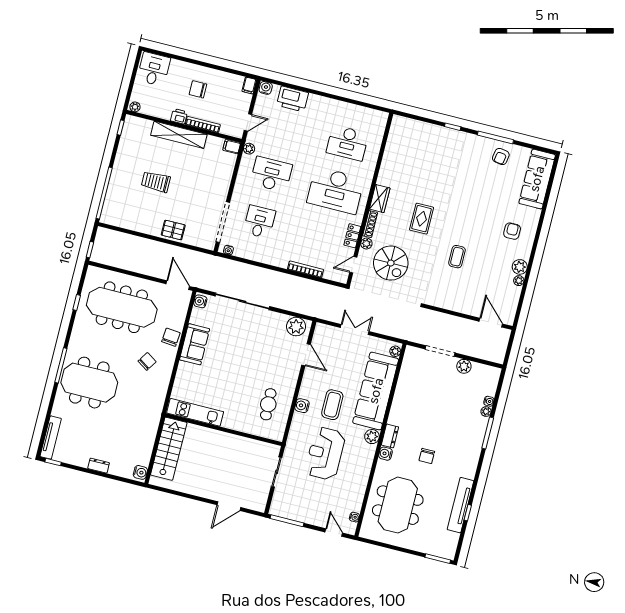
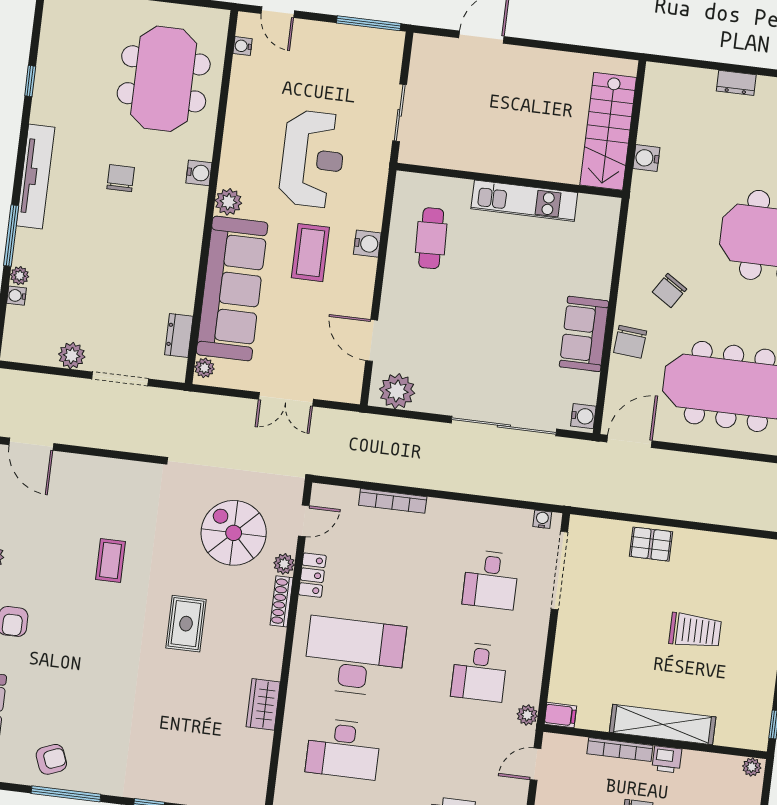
desk: (347, 143) -> (343, 749), turned 180
armchair: (501, 156) -> (51, 759), turned 59
desk: (271, 174) -> (479, 672), width x0.73
wardrobe: (380, 199) -> (263, 704), moved
door: (178, 285) -> (630, 441), swing flipped
kitchen unit: (195, 412) -> (524, 201), moved
dresser: (390, 436) -> (179, 335), moved
water cooler: (140, 472) -> (646, 158), moved
tv unit: (460, 505) -> (35, 177), moved

